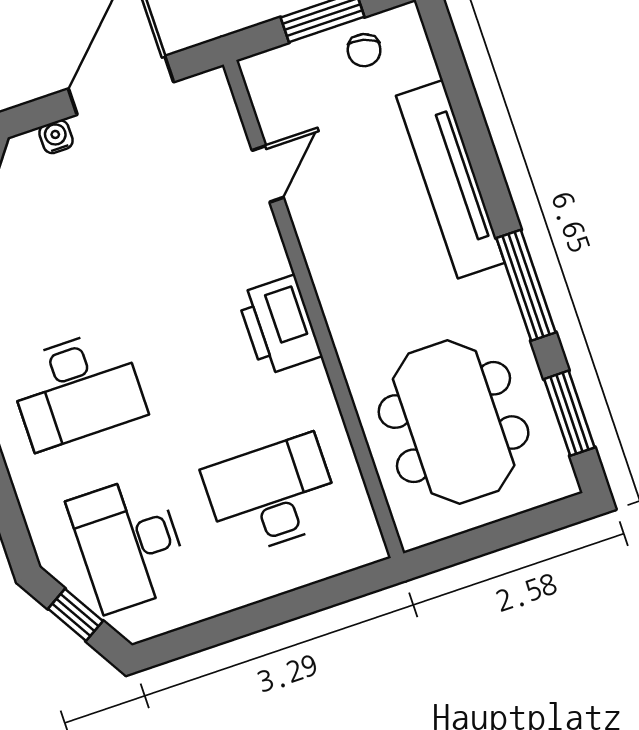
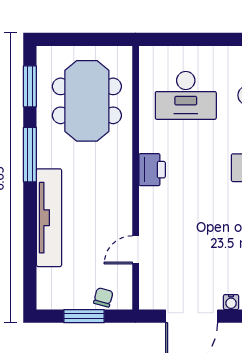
chair: (364, 50) -> (103, 297), moved
printer: (279, 325) -> (152, 170), width x0.73, depth x0.84

